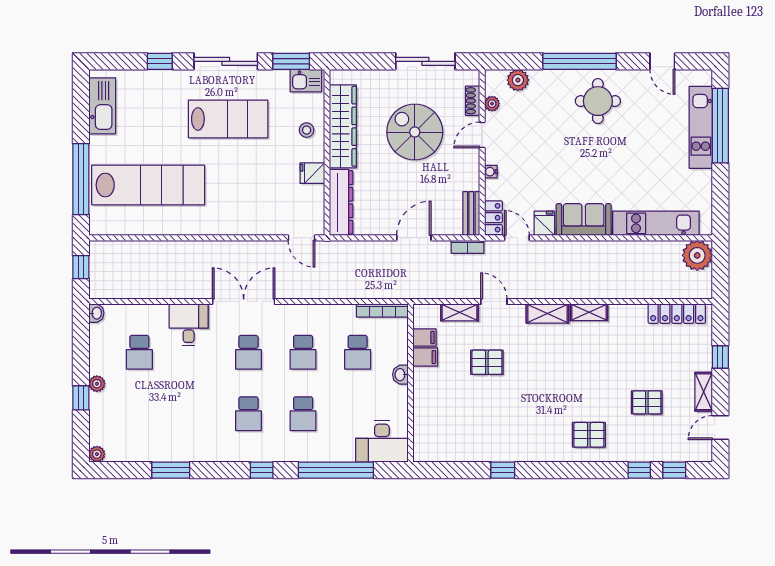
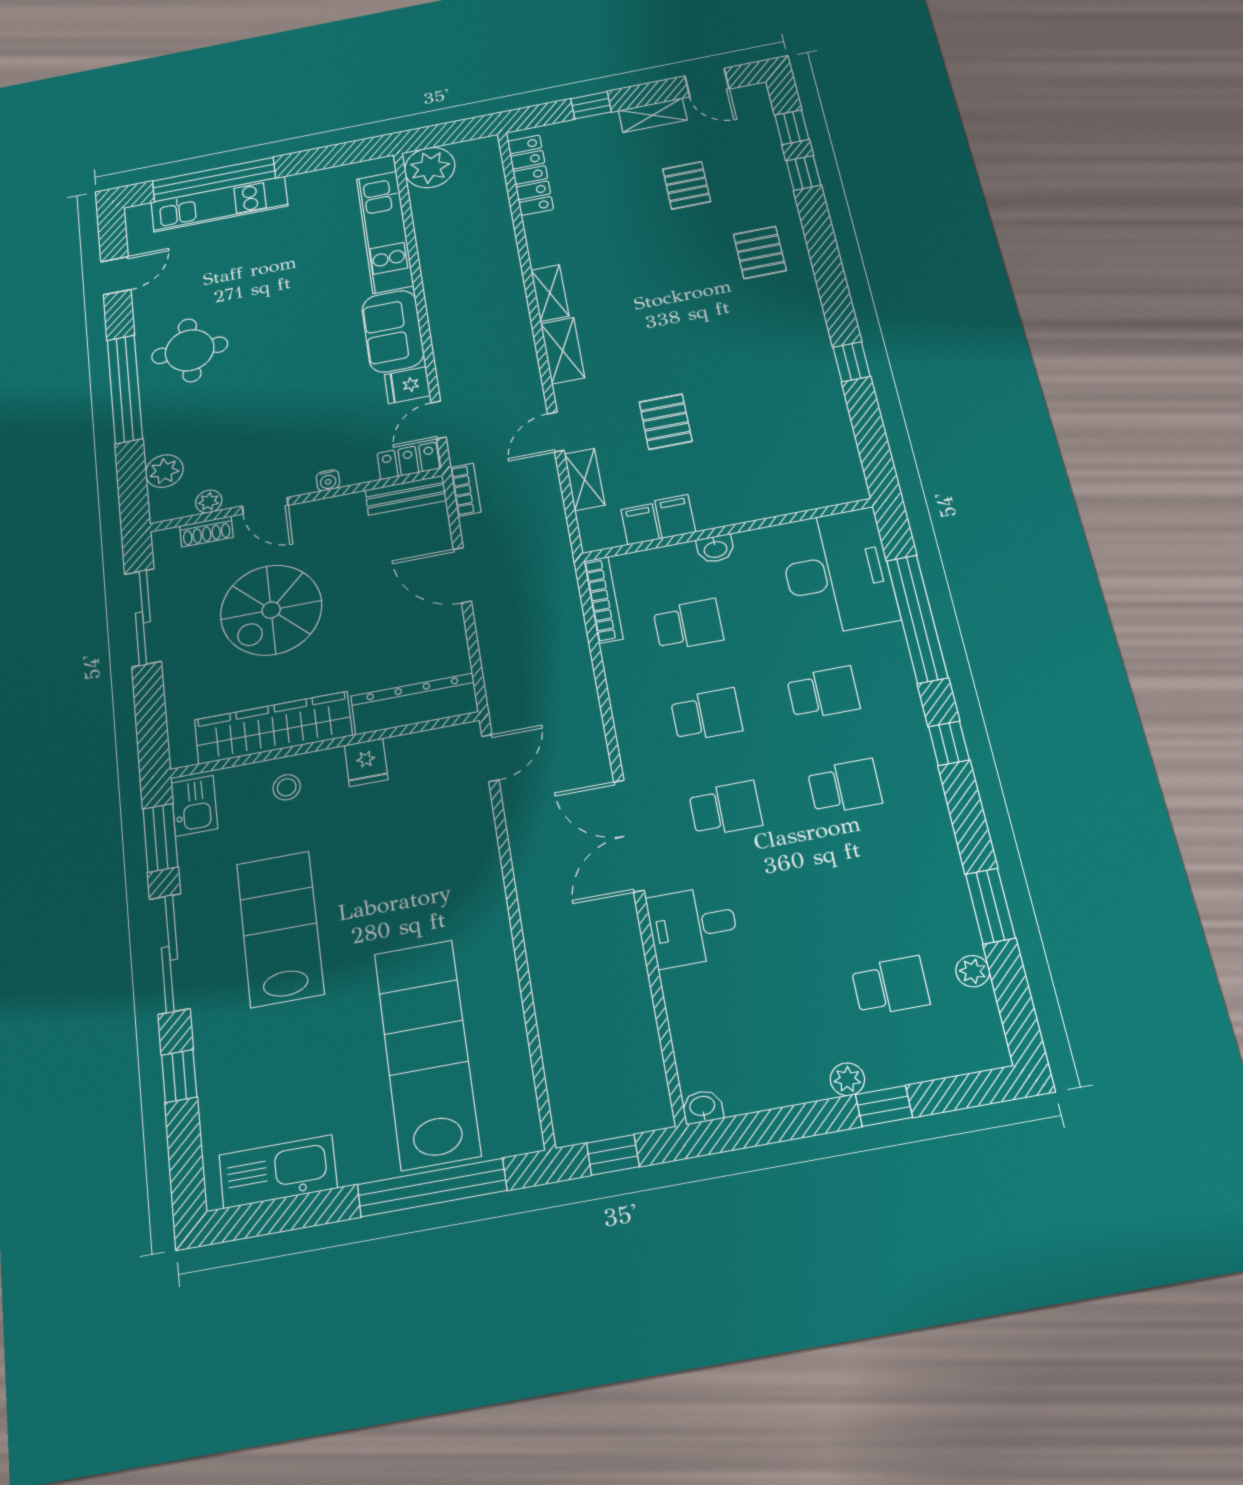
school desk: (139, 352) -> (890, 986), moved
desk: (382, 442) -> (837, 572), width x1.36, depth x1.30
plant: (97, 454) -> (973, 971), moved

